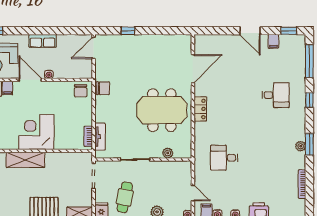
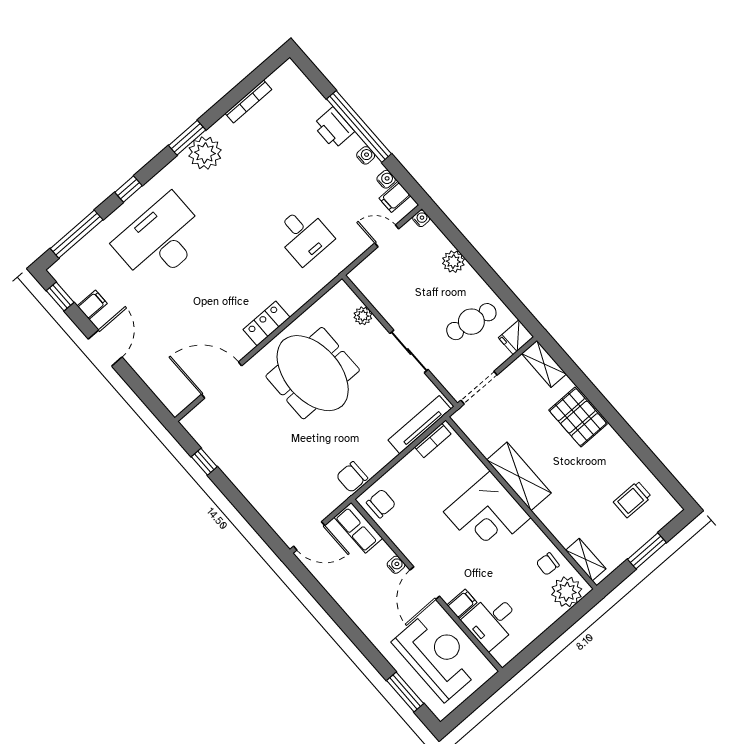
window: (128, 31) -> (204, 462), moved
row of seats: (43, 41) -> (358, 528), moved, turned 180
chair: (103, 88) -> (352, 477), turned -90
desk: (276, 95) -> (161, 239), width x1.87, depth x1.30
tv unit: (100, 137) -> (420, 425), width x1.41
plant: (301, 146) -> (205, 153), width x1.87, depth x1.87
shelving: (25, 160) -> (519, 476), moved
door: (193, 193) -> (387, 236), hinge flipped

